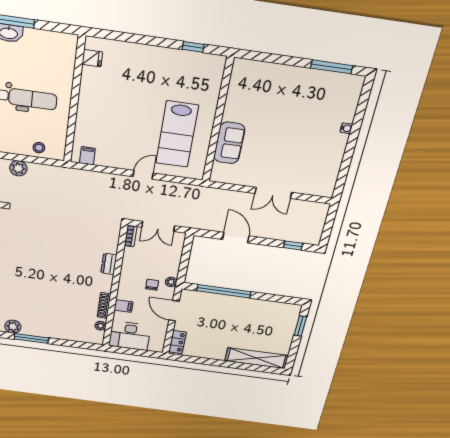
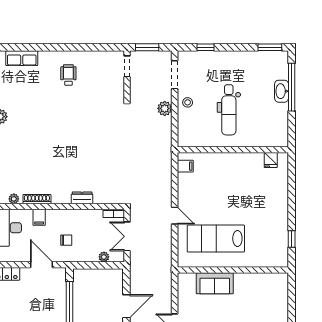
stool: (39, 148) -> (188, 102), moved
plant: (171, 282) -> (104, 257), moved
door: (174, 311) -> (41, 265), hinge flipped

